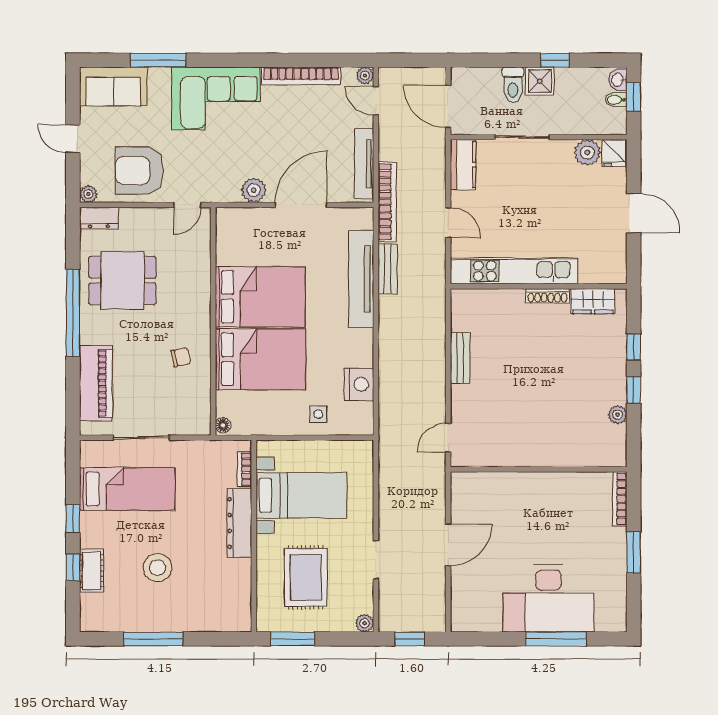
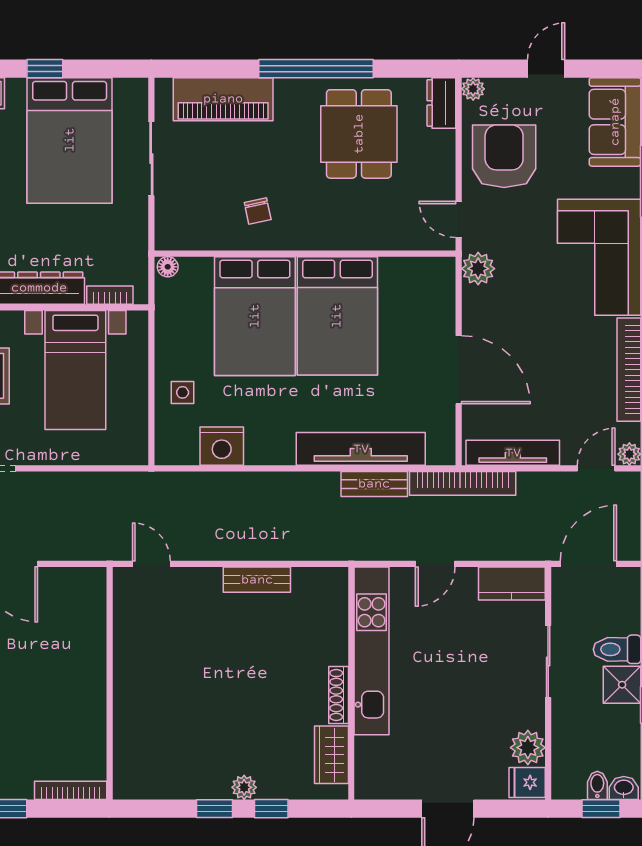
plant: (254, 190) -> (478, 269), moved
plant: (617, 415) -> (244, 787), moved
bed: (127, 489) -> (70, 140), width x1.50

